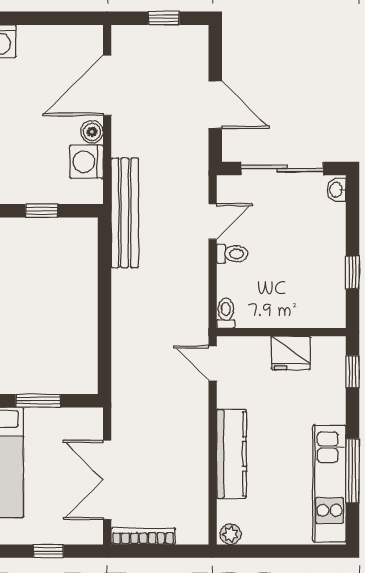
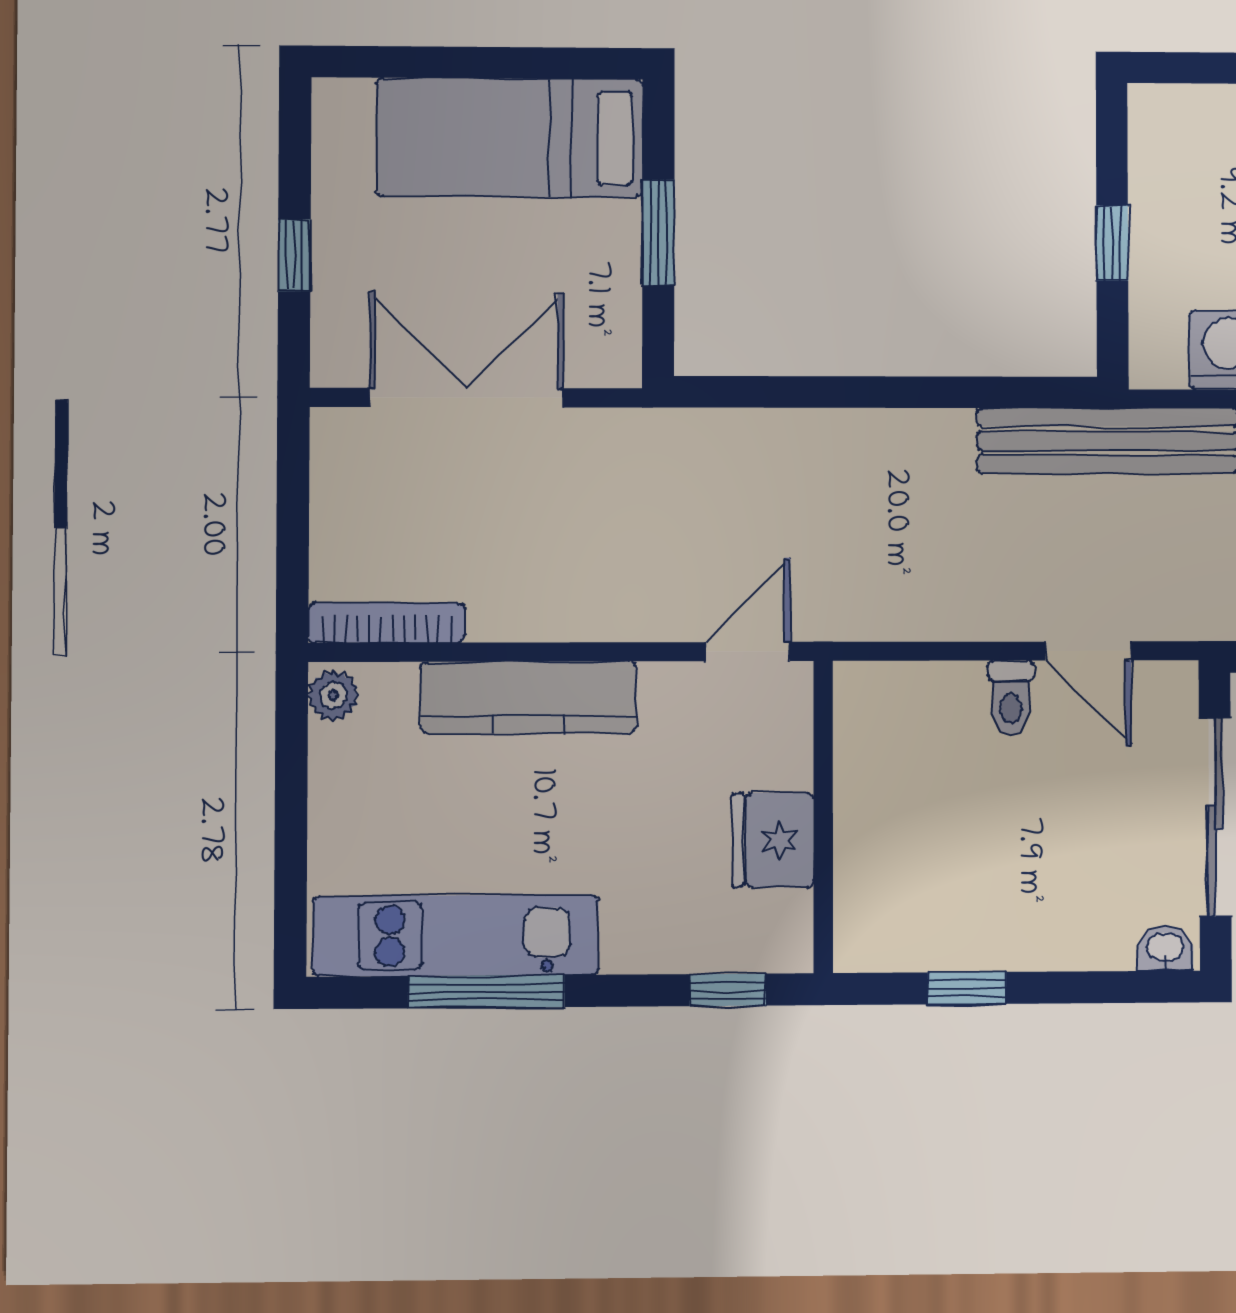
toilet: (226, 313) -> (869, 683), removed
bookcase: (143, 536) -> (387, 623), moved, turned -90

